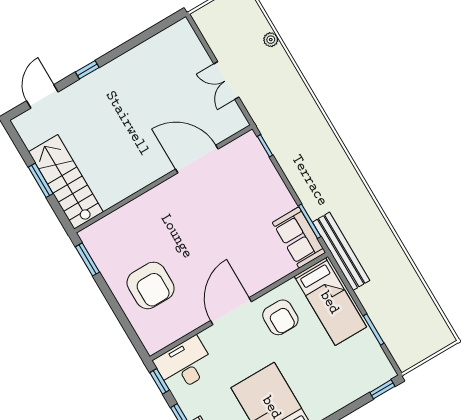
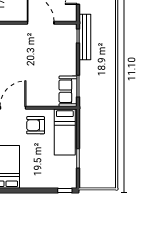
bench: (341, 251) -> (85, 37), moved
armchair: (280, 317) -> (36, 125), turned 90

